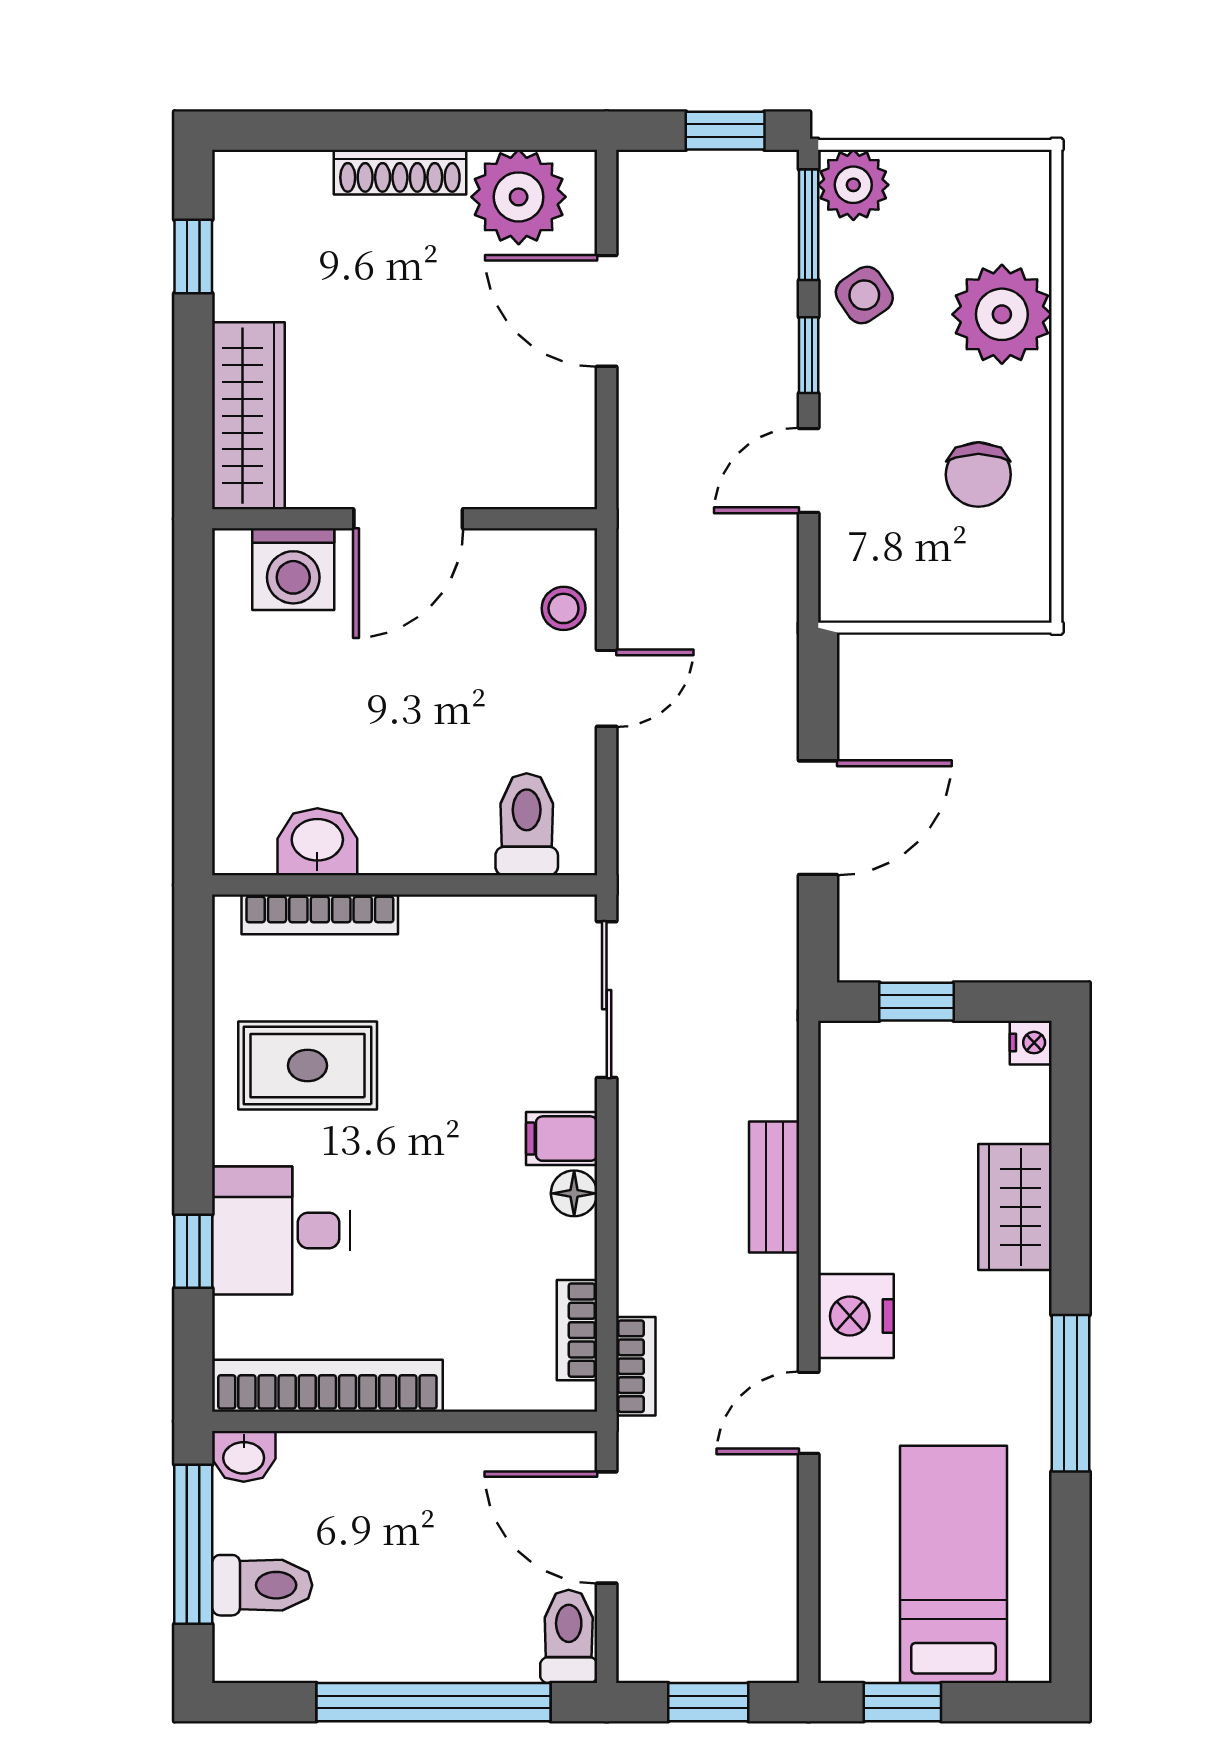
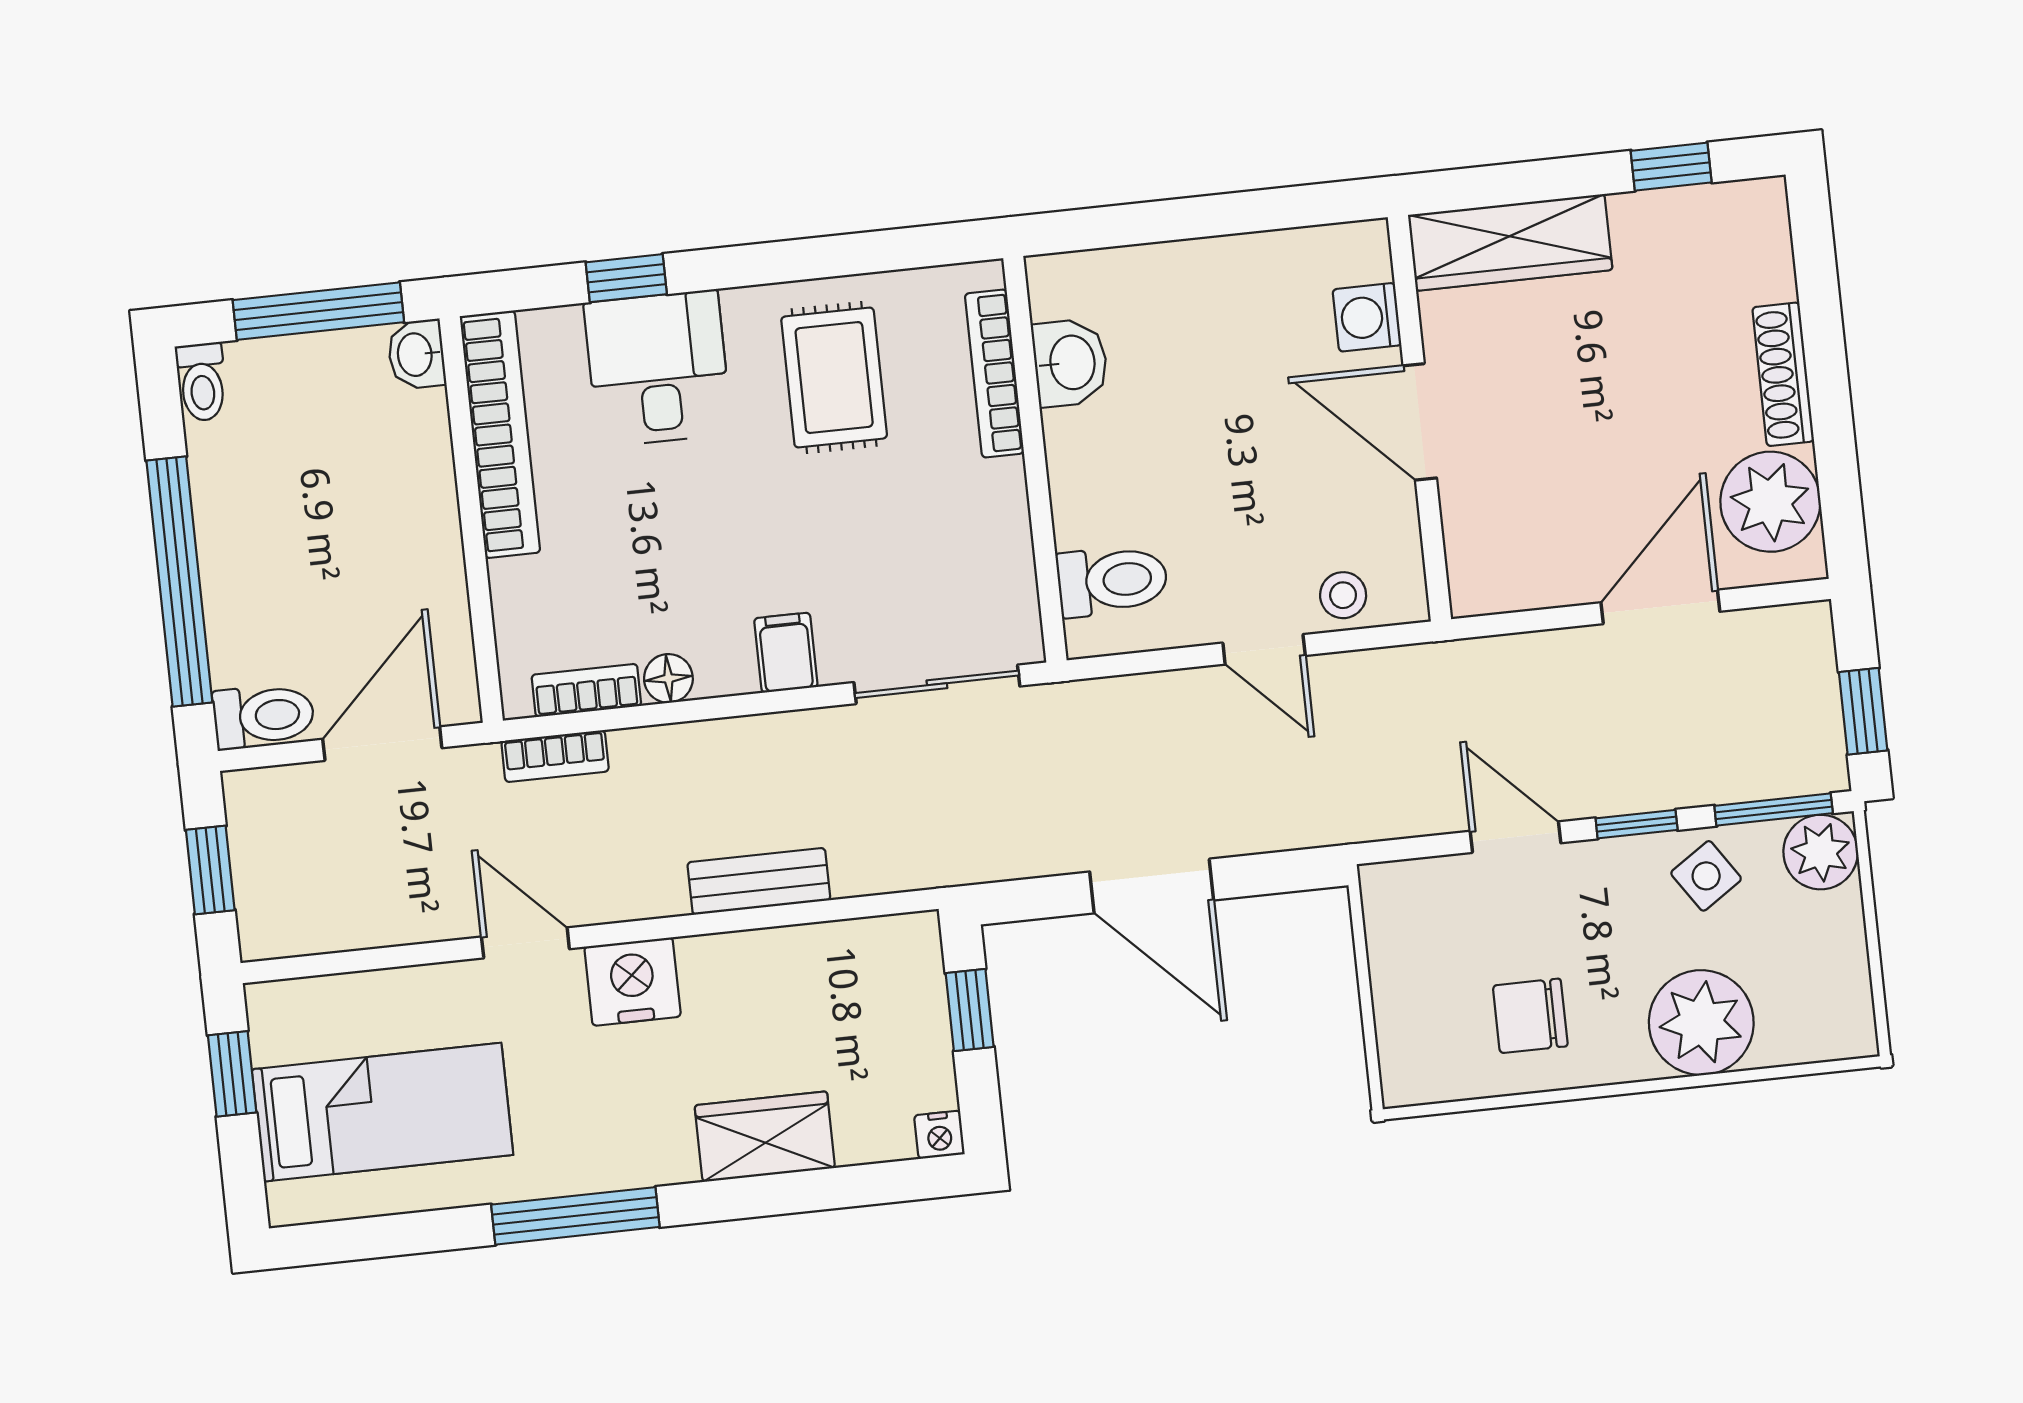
washing machine: (293, 569) -> (1367, 317), width x0.73, depth x0.73
floor lamp: (574, 1193) -> (668, 678), moved
toilet: (262, 1585) -> (202, 382), moved, width x0.73, depth x0.72

